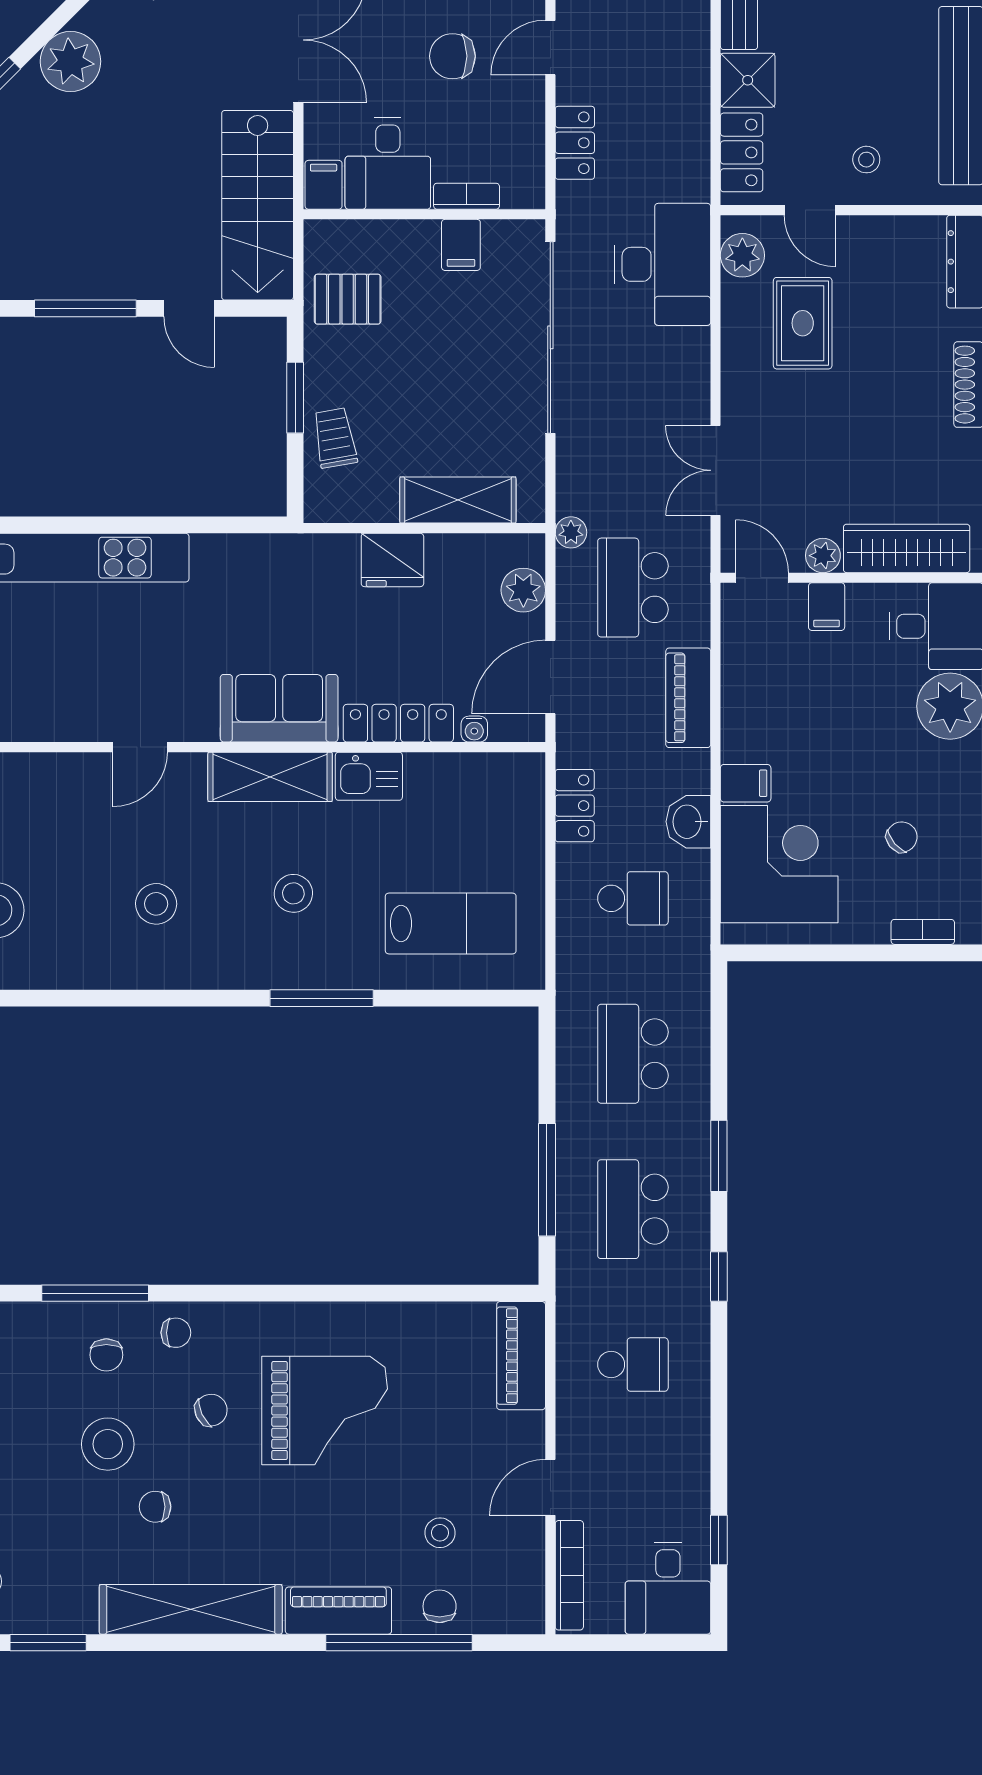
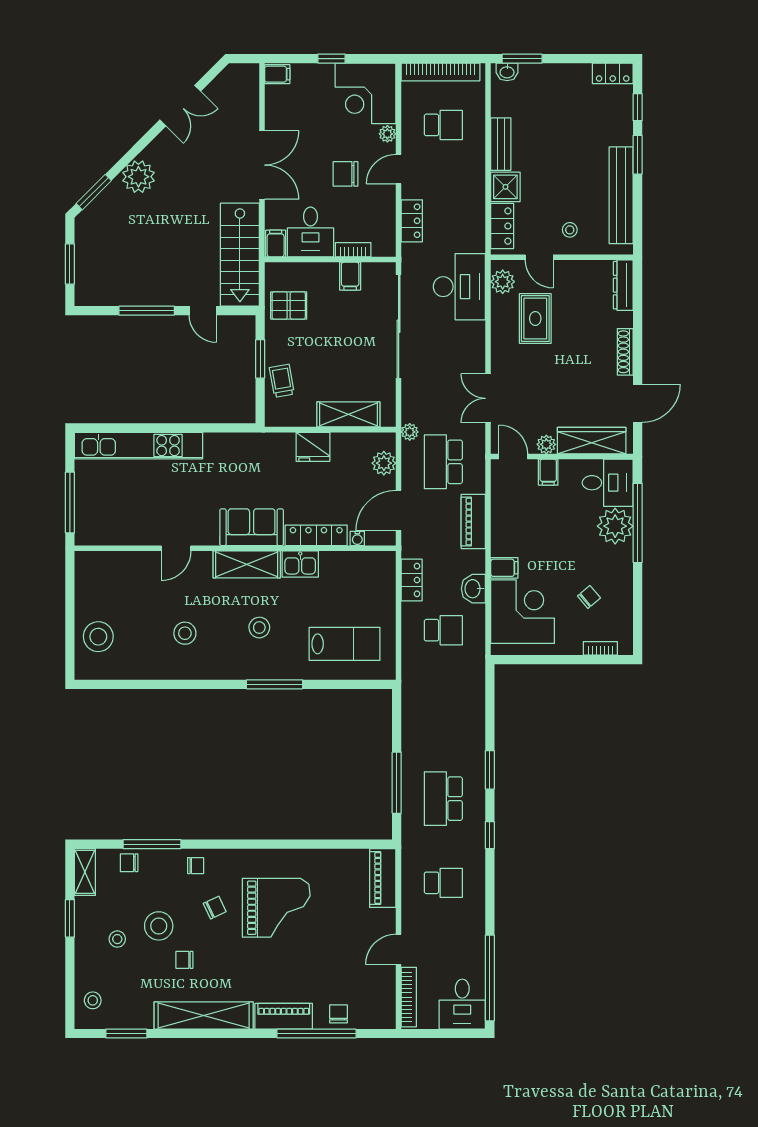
school desk: (633, 1054) -> (443, 714), removed
chair: (106, 1355) -> (129, 863), moved, turned 90
stool: (440, 1533) -> (117, 939), moved
window: (719, 1540) -> (490, 978), width x3.17

